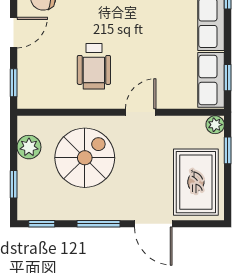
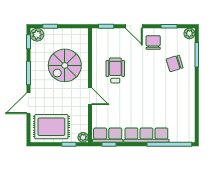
wheelchair: (94, 66) -> (115, 70), turned 90
plant: (29, 147) -> (37, 35), moved
spiral stairs: (85, 158) -> (65, 65), turned 90

